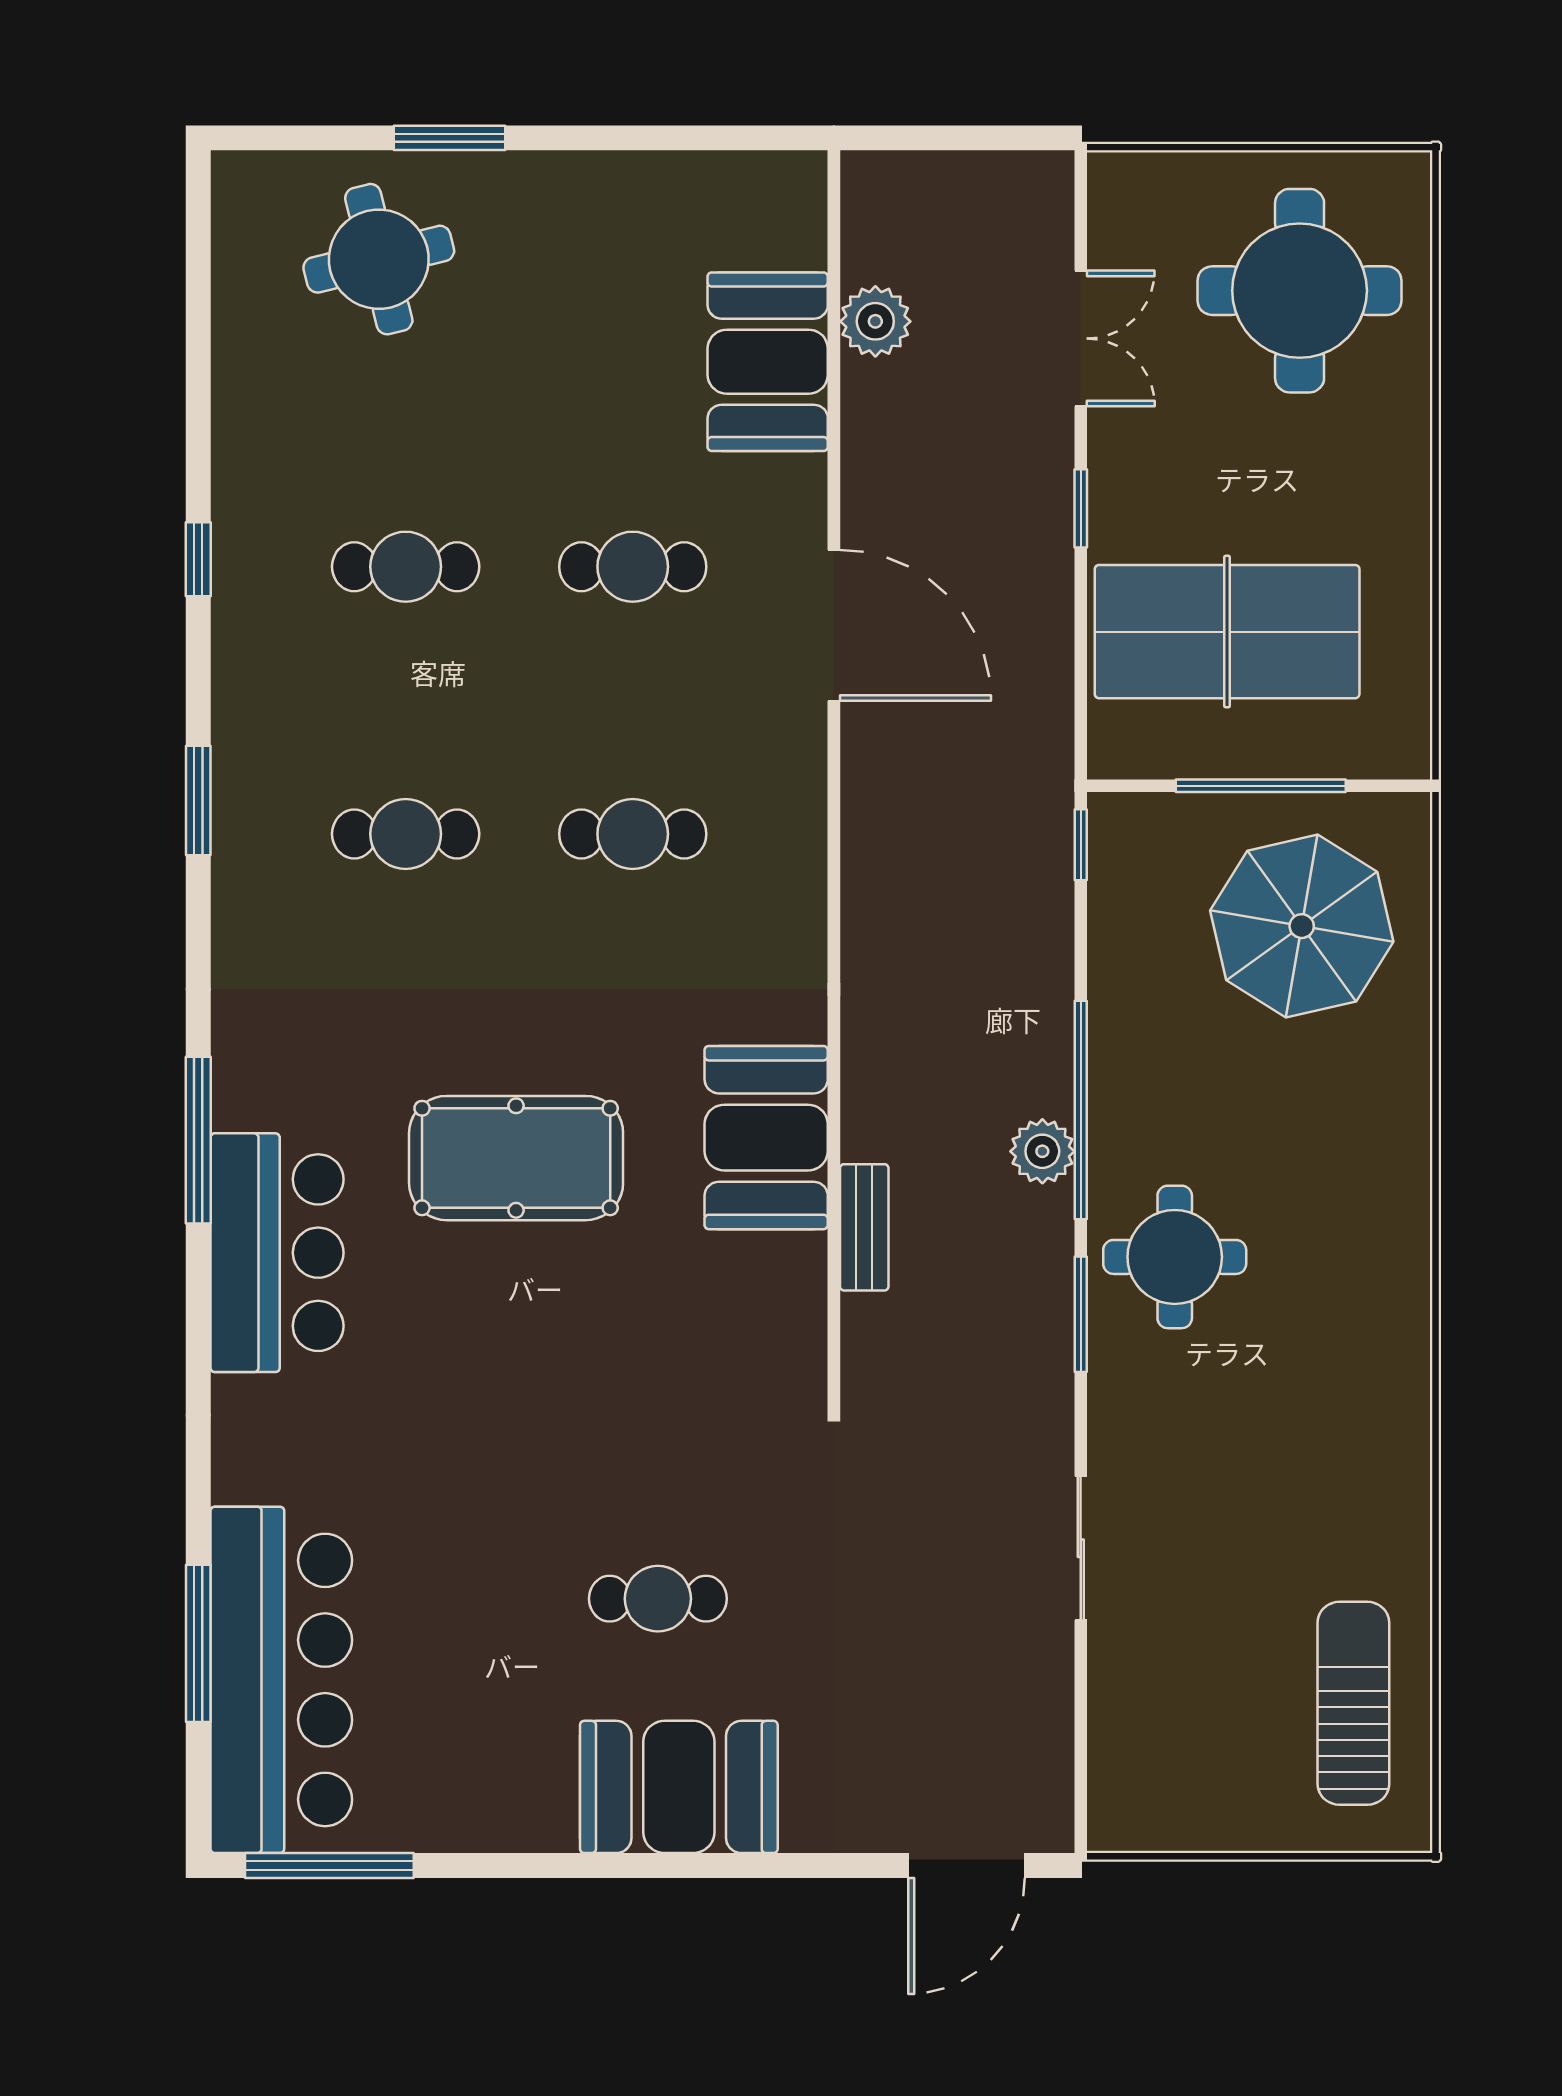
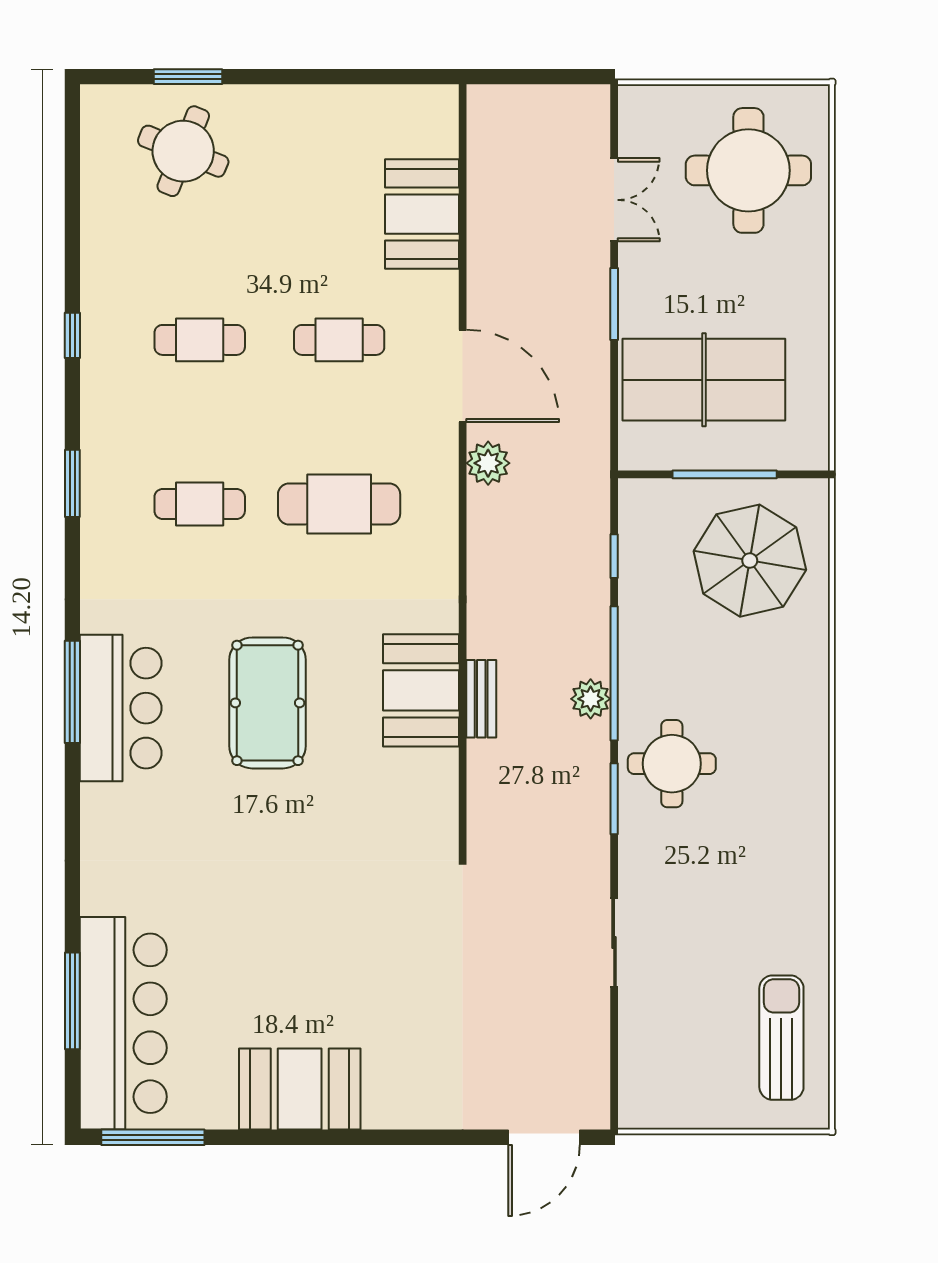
window: (450, 138) -> (188, 77), moved
round table: (379, 259) -> (183, 151), turned 36
plant: (875, 321) -> (488, 463), moved
window: (1081, 508) -> (614, 304), width x1.50
cafe table: (633, 834) -> (339, 504), width x1.37, depth x1.35
window: (1081, 845) -> (614, 556), moved
pool table: (516, 1158) -> (267, 703), turned 90
bench: (864, 1227) -> (481, 699), moved
bar counter: (277, 1253) -> (121, 708), moved
cafe table: (658, 1599) -> (355, 973), removed
booth: (679, 1787) -> (300, 1089), moved

